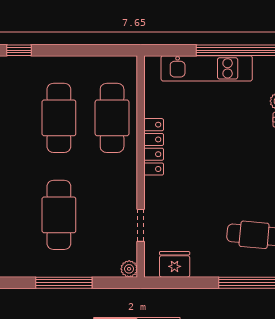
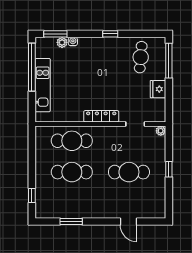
locker: (154, 147) -> (101, 116), moved
fridge: (175, 264) -> (158, 89), moved
window: (64, 283) -> (169, 169), width x0.46

